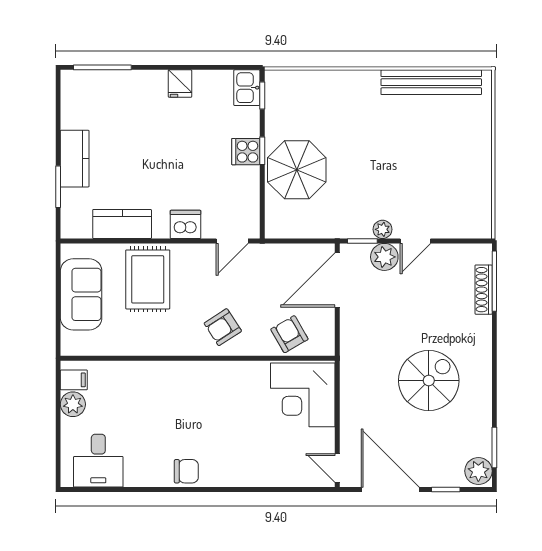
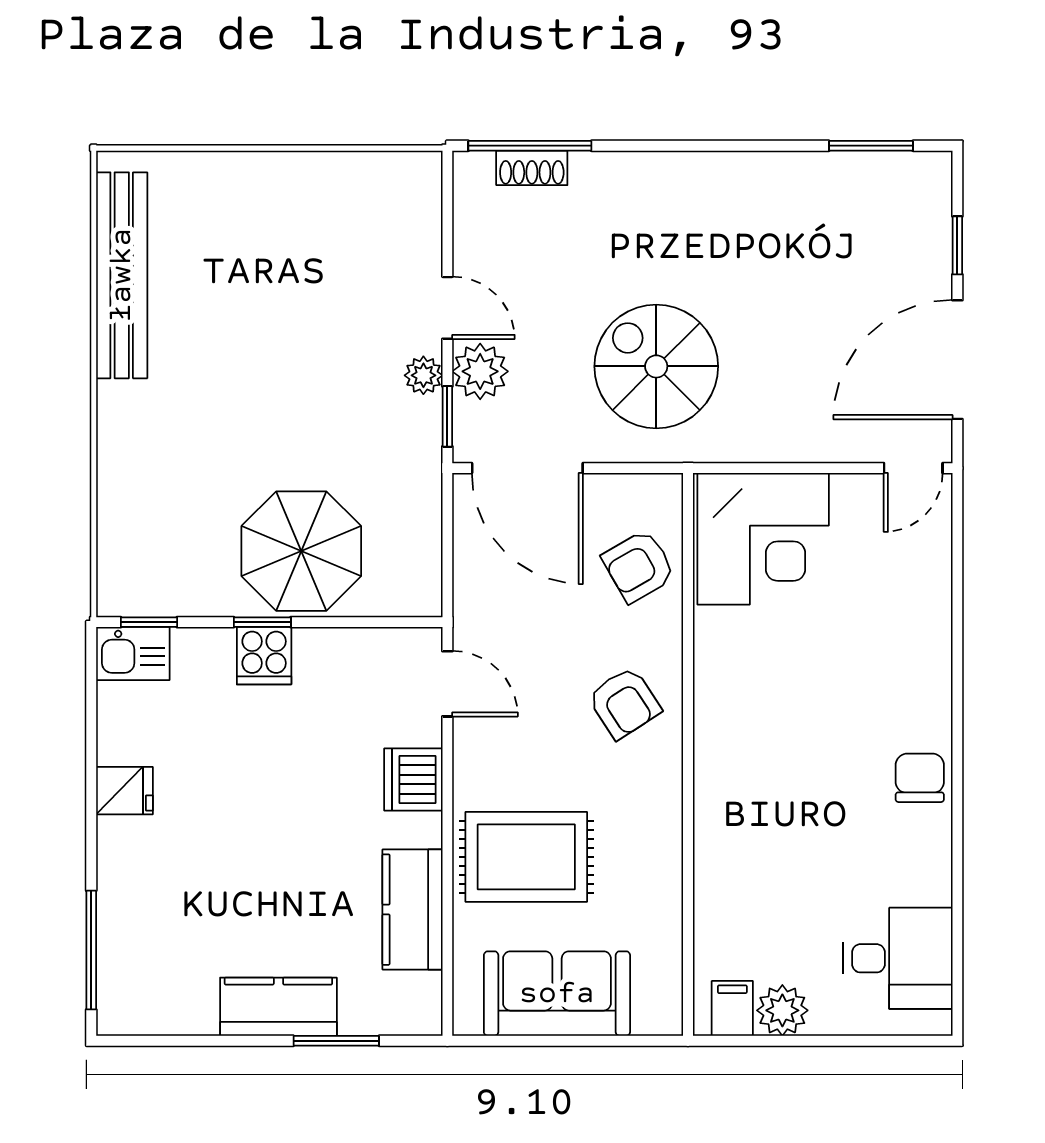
shoe rack: (484, 290) -> (532, 168), width x0.70
spiral stairs: (429, 381) -> (656, 366), moved
plant: (478, 471) -> (919, 178), removed

